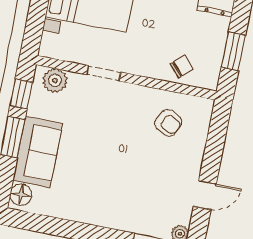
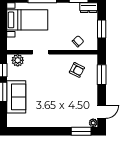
window: (215, 142) -> (102, 75), added
floor lamp: (21, 195) -> (12, 119), removed
door: (205, 195) -> (102, 112), moved

